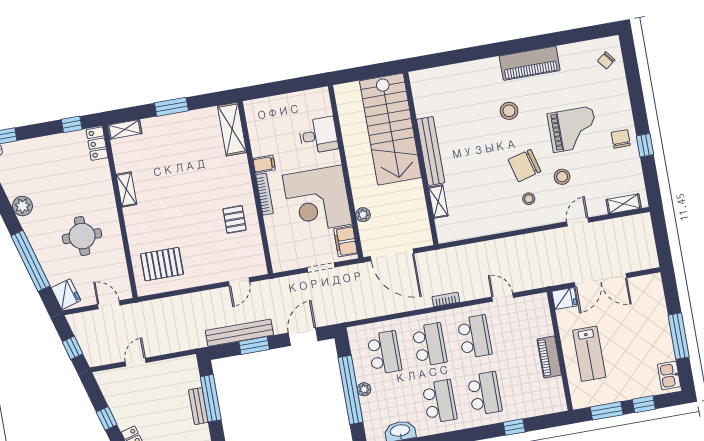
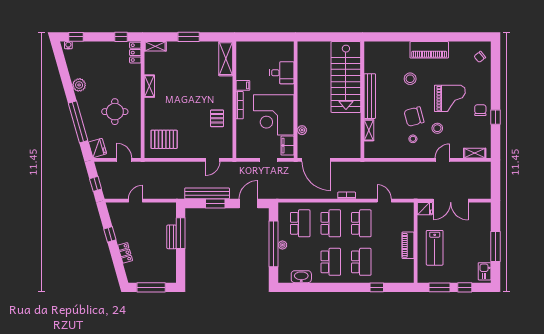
stairs: (391, 129) -> (346, 77), moved
bench: (431, 151) -> (370, 96), moved
wall: (421, 158) -> (362, 100), moved
shelving: (438, 202) -> (369, 130), moved

